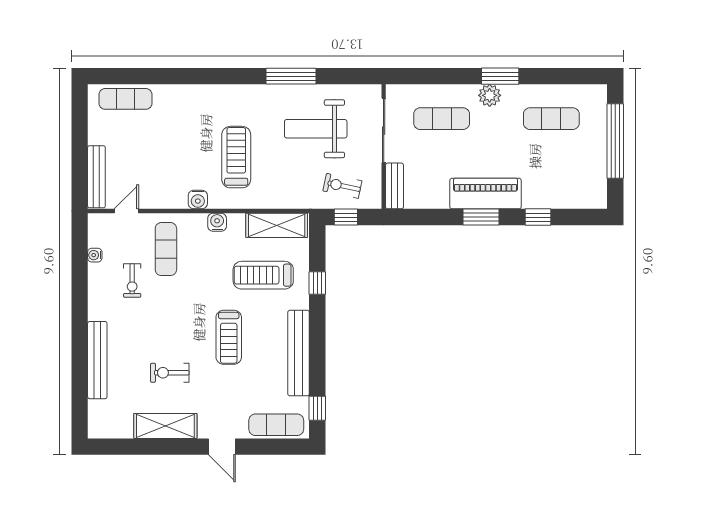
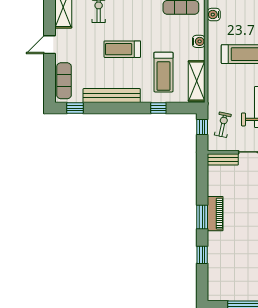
piano: (486, 194) -> (215, 214), width x0.73, depth x0.75
water cooler: (198, 200) -> (214, 15), moved
treadmill: (263, 275) -> (163, 72), turned 180

